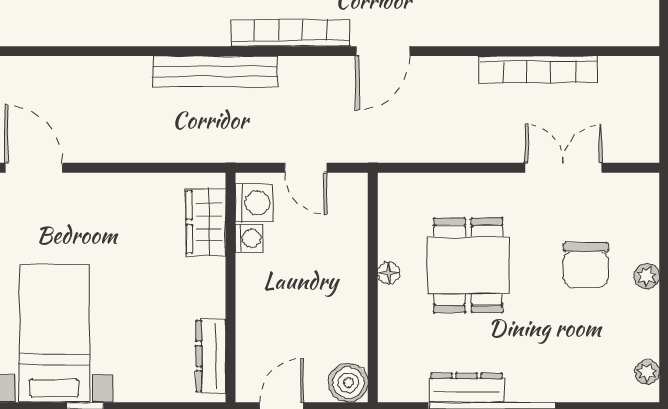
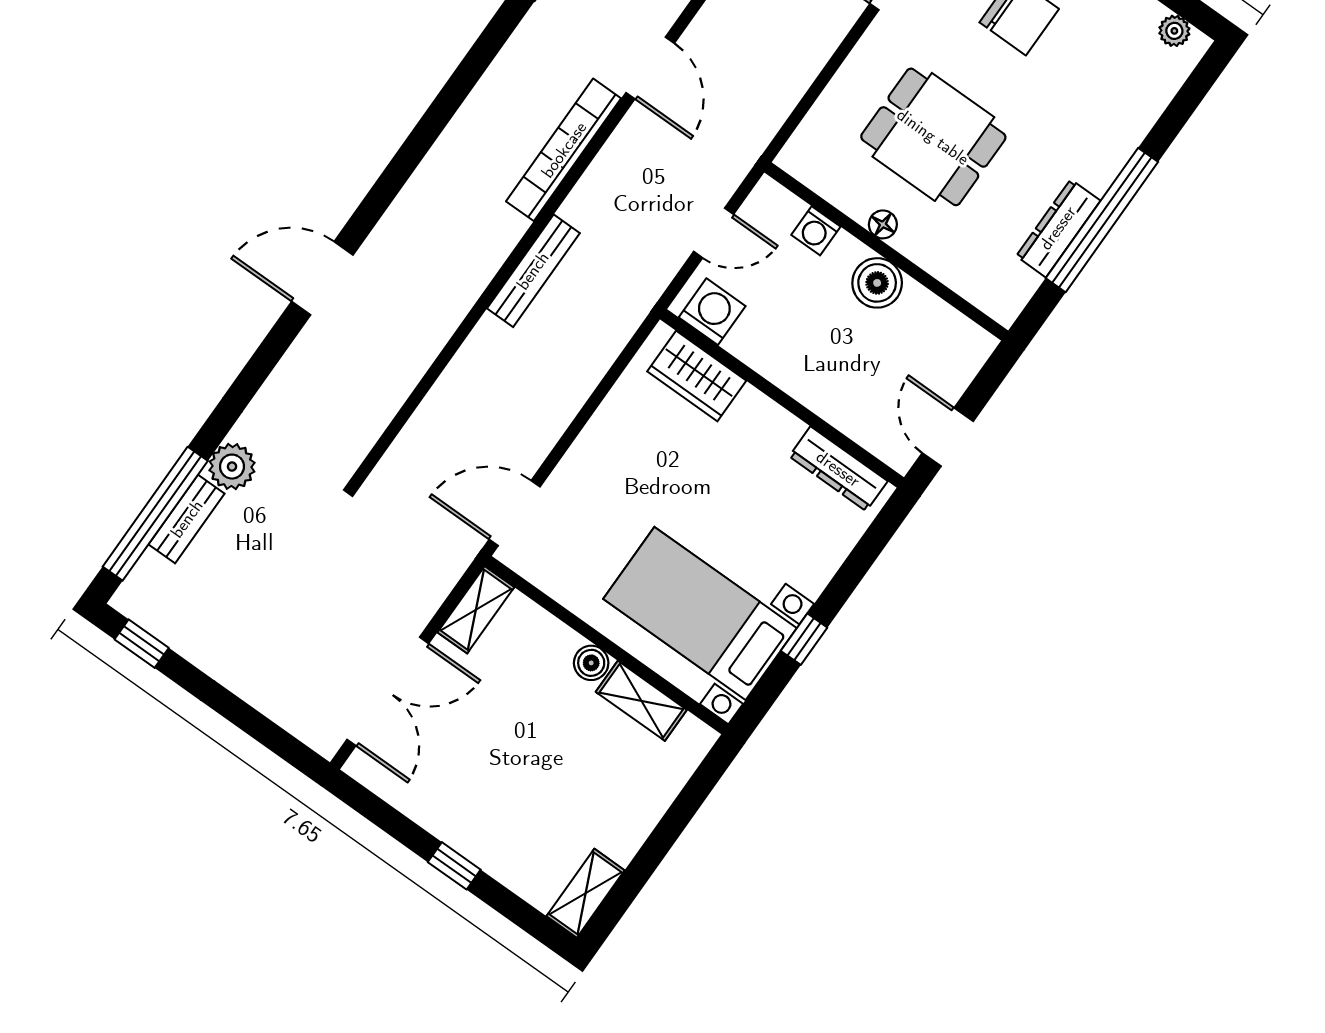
bench: (215, 72) -> (533, 271), width x0.73, depth x0.82
washing machine: (249, 238) -> (816, 231), moved, turned 180
boiler: (348, 383) -> (877, 283), moved

